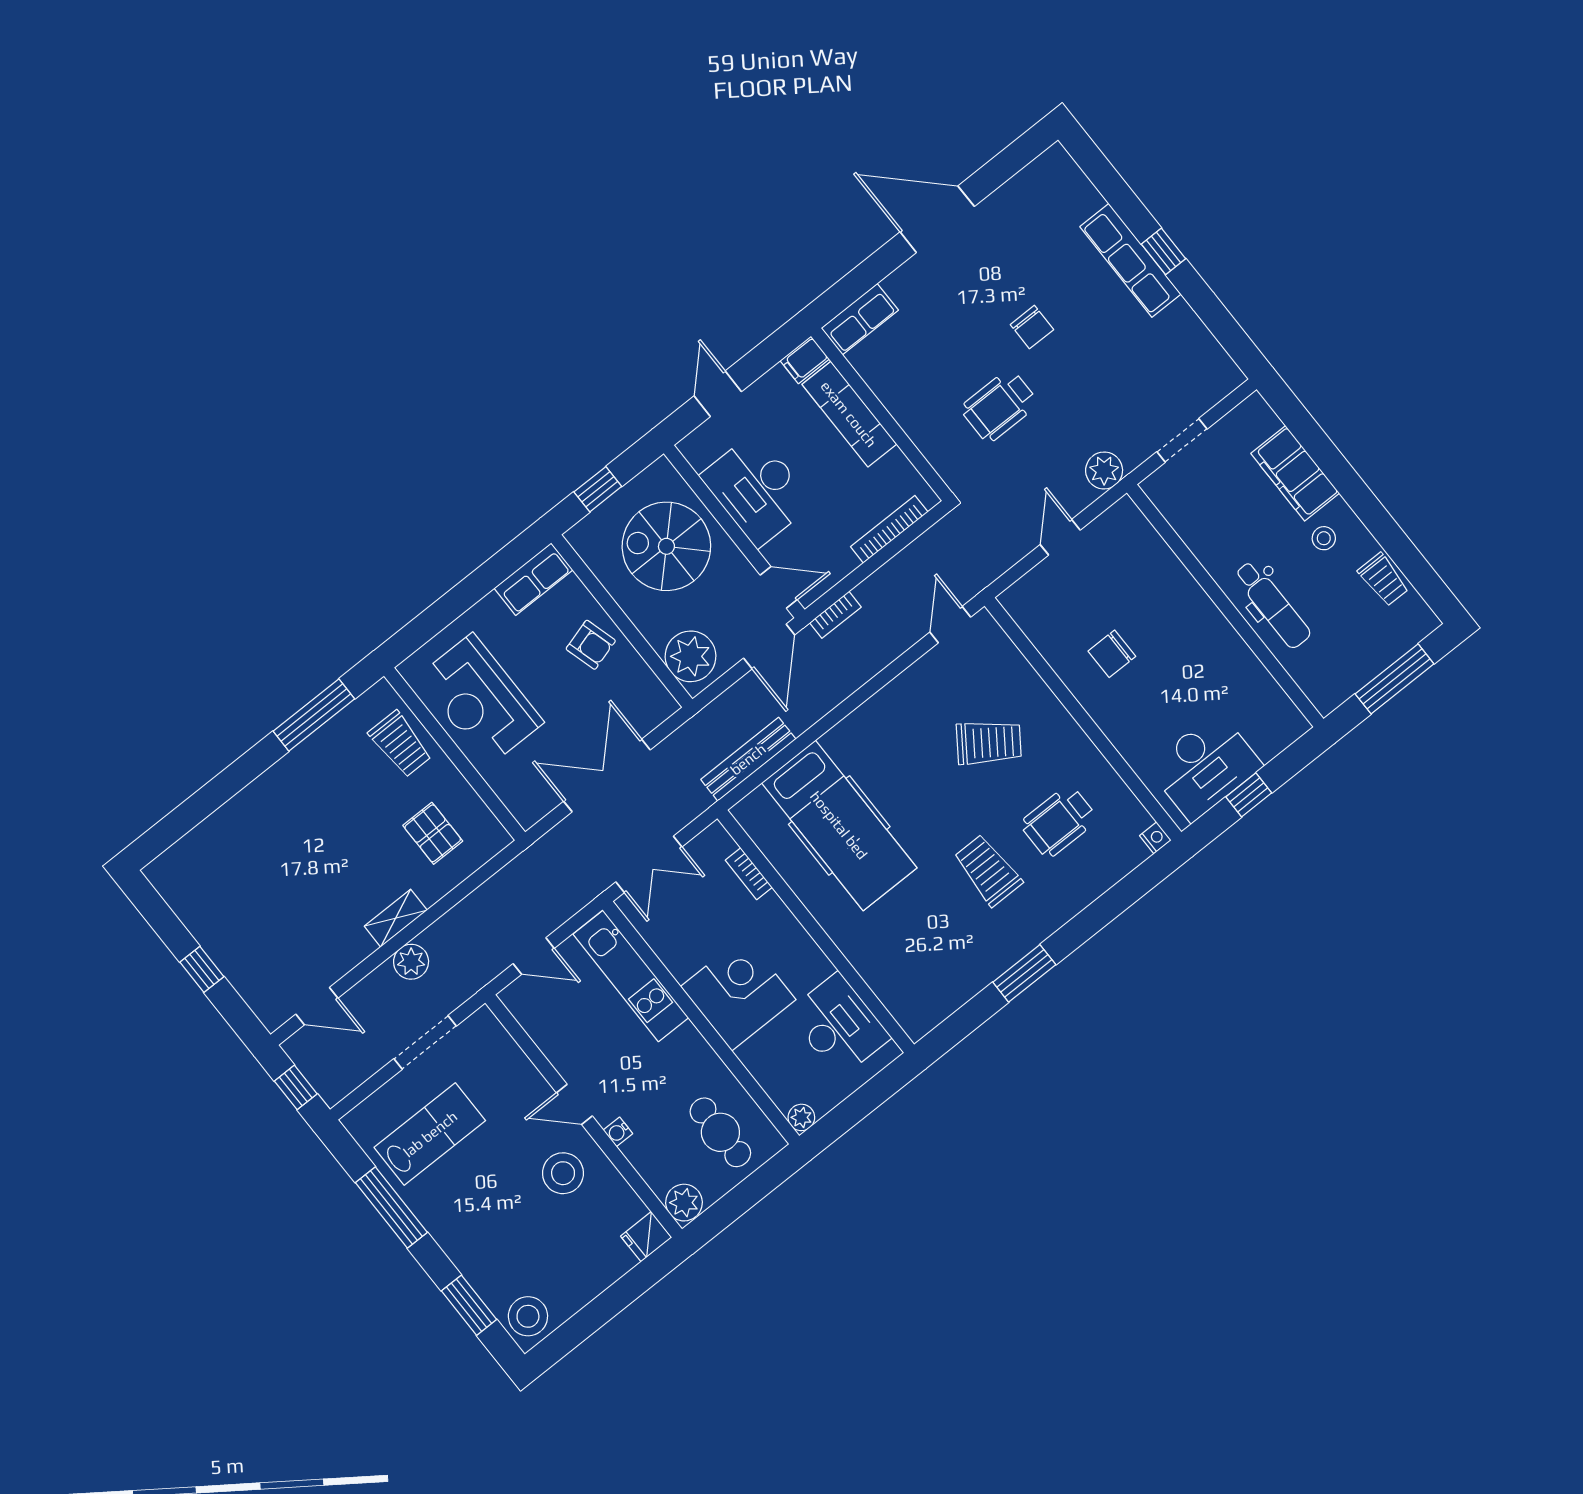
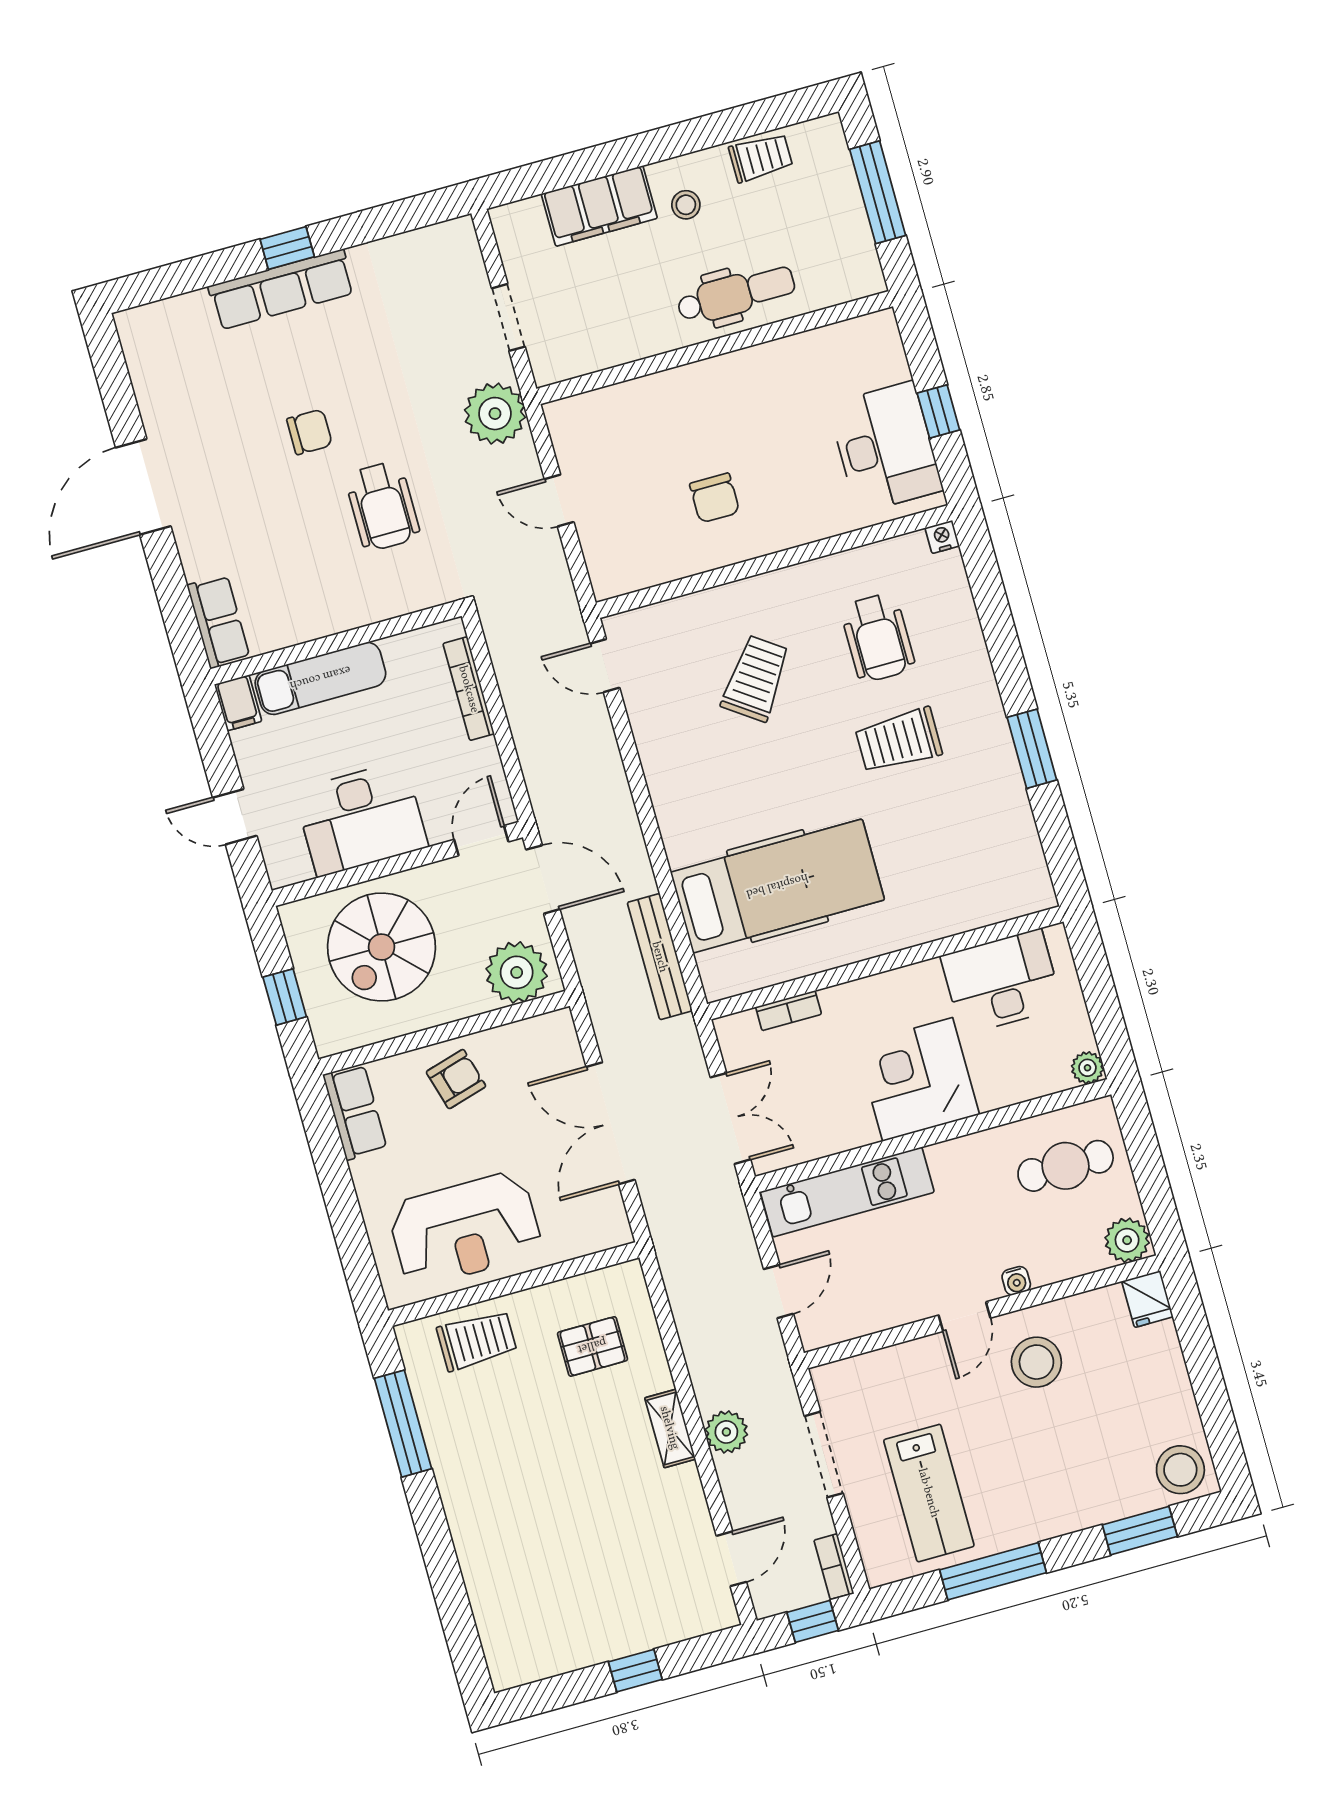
plant: (1104, 471) -> (495, 414), width x1.36, depth x1.36
bookcase: (835, 615) -> (834, 1567), moved, turned 180
lab bench: (430, 1134) -> (929, 1493), turned 180

